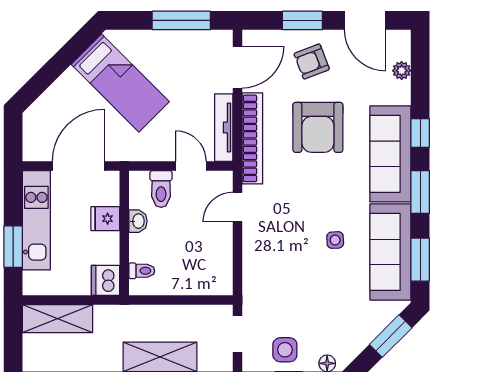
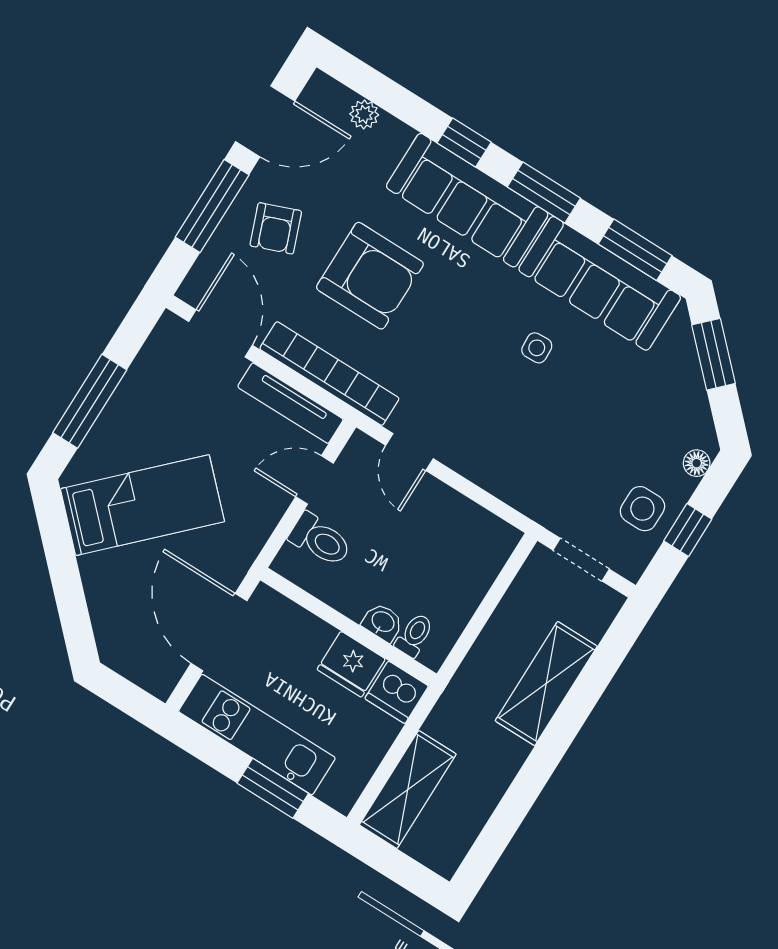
window: (181, 20) -> (90, 401), moved
window: (302, 20) -> (212, 206), width x1.44
fridge: (105, 219) -> (351, 664), moved, width x1.38
washbasin: (138, 221) -> (383, 622), moved

